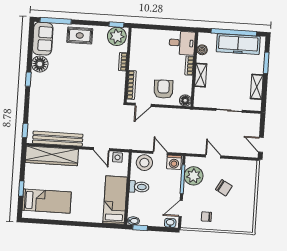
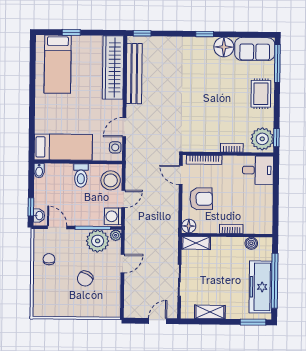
desk: (182, 43) -> (258, 170), moved, turned -90
window: (266, 63) -> (253, 322), moved
shelving: (201, 75) -> (196, 243), moved
door: (261, 145) -> (158, 321), moved
plant: (190, 161) -> (116, 235), added
window: (140, 228) -> (31, 207), moved

